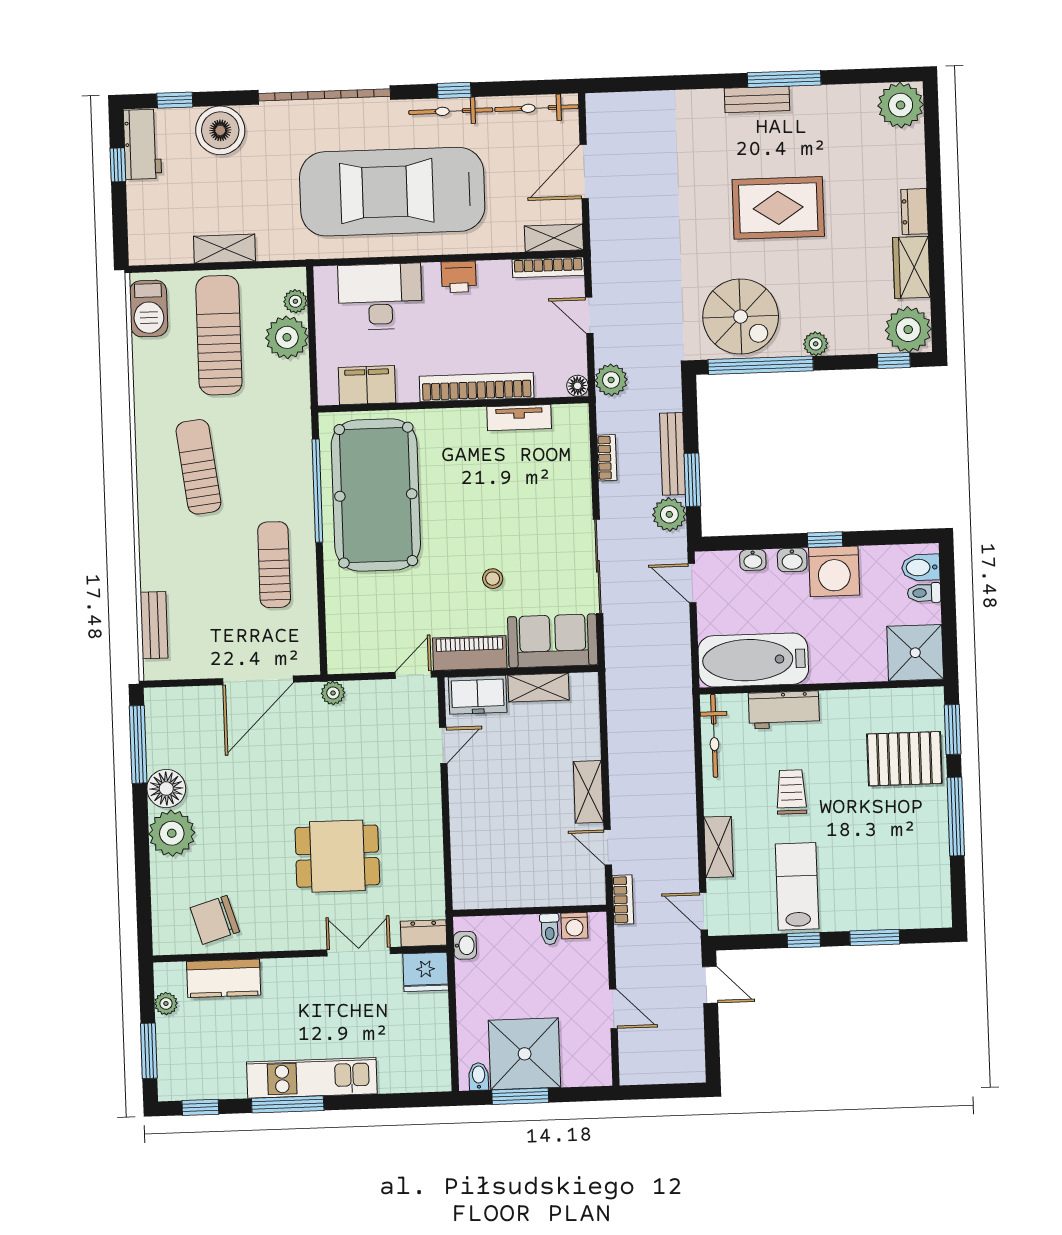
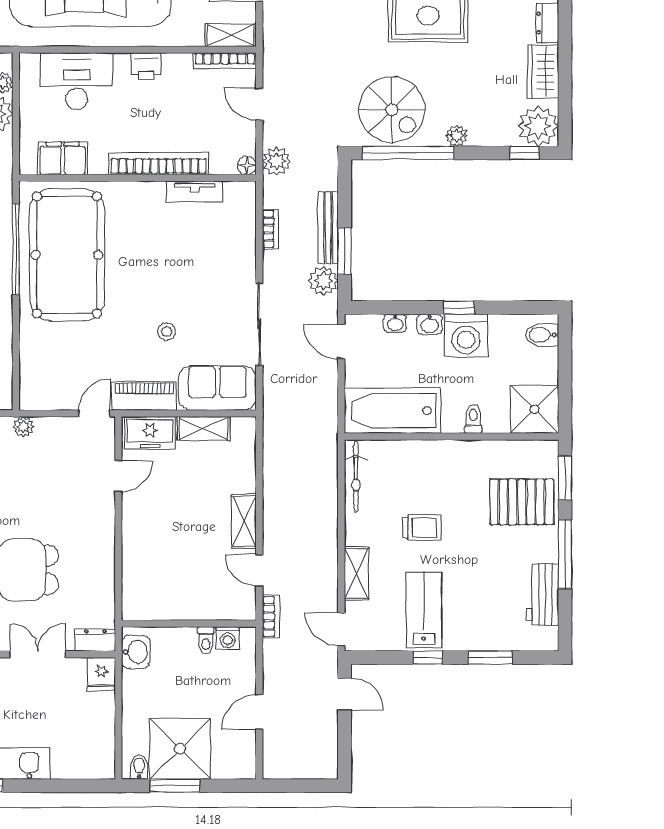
toilet: (924, 593) -> (473, 419), moved, turned 90
workbench: (784, 710) -> (543, 594), moved, turned 90
trolley: (791, 792) -> (422, 527), turned 90
washbasin: (465, 945) -> (136, 652), width x1.38, depth x1.45
fridge: (426, 972) -> (101, 674), width x0.72
door: (613, 1009) -> (259, 712), swing flipped

